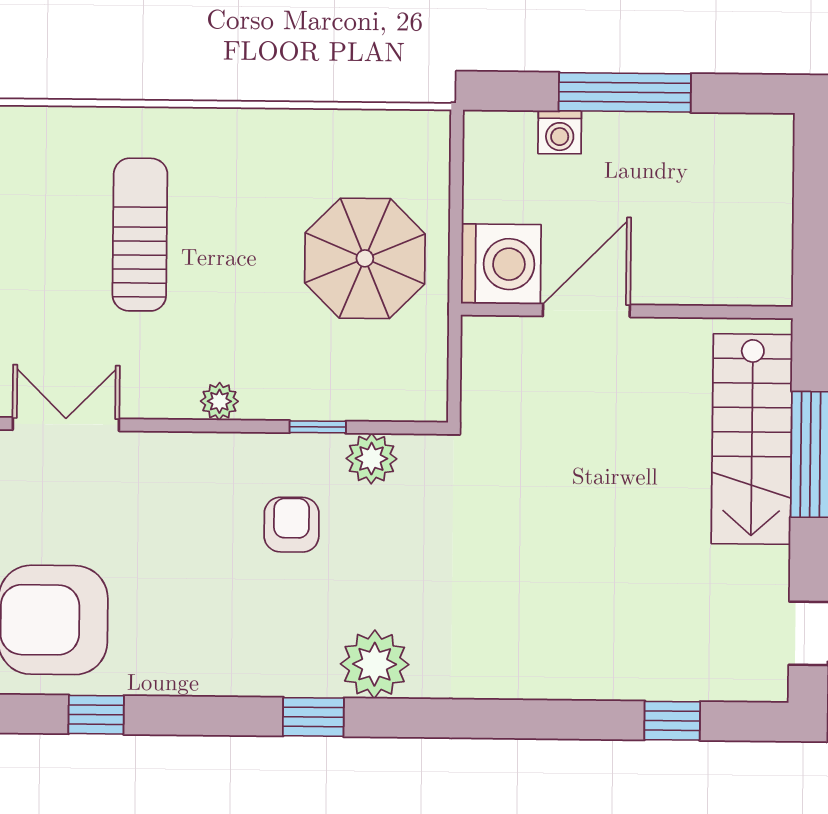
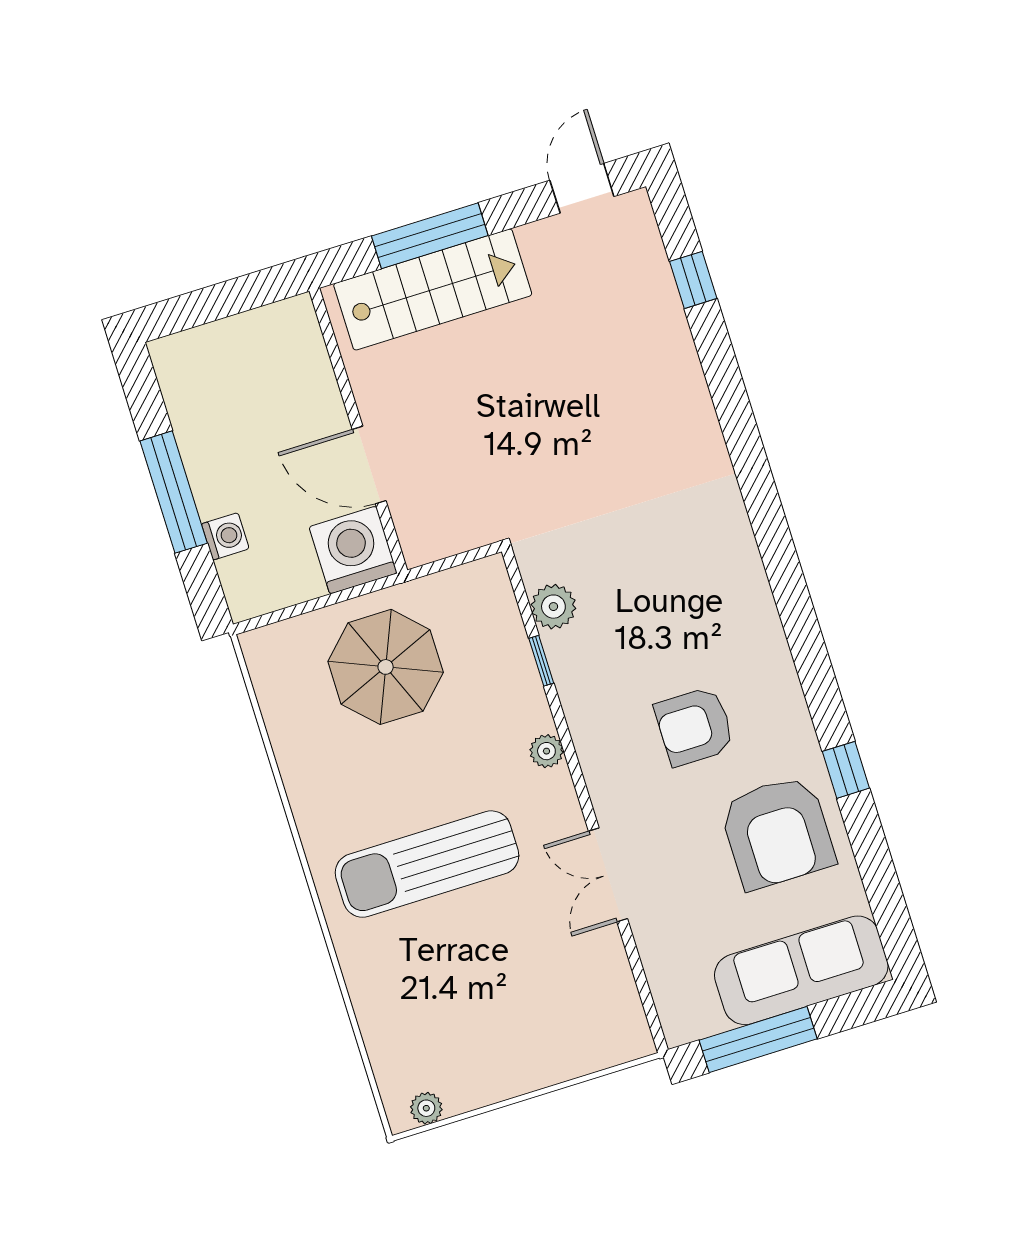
sun lounger: (140, 235) -> (427, 864), width x1.36, depth x1.34
armchair: (292, 525) -> (694, 726), moved, width x1.38, depth x1.38
plant: (375, 664) -> (727, 548), removed
window: (313, 717) -> (788, 585), removed

